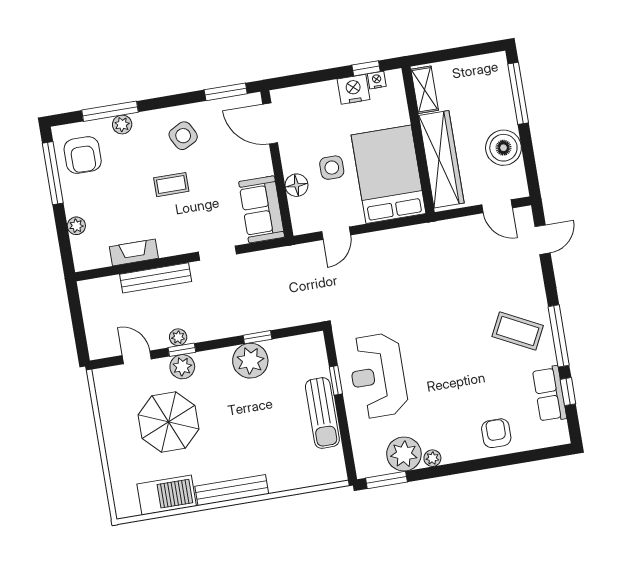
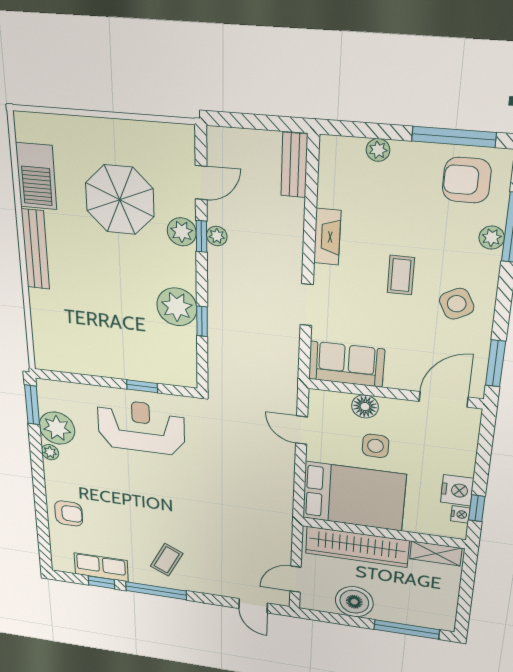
fireplace: (134, 252) -> (327, 237), moved
bench: (156, 278) -> (294, 165), moved, width x0.73
coffee table: (518, 331) -> (167, 560), width x0.73, depth x0.77
sun lounger: (322, 413) -> (109, 364), removed

